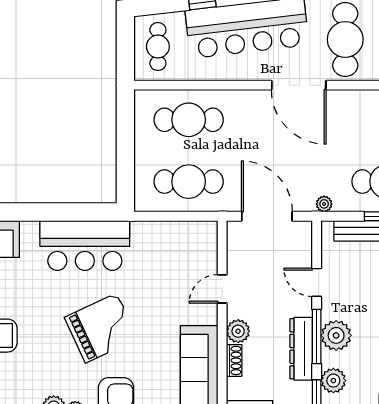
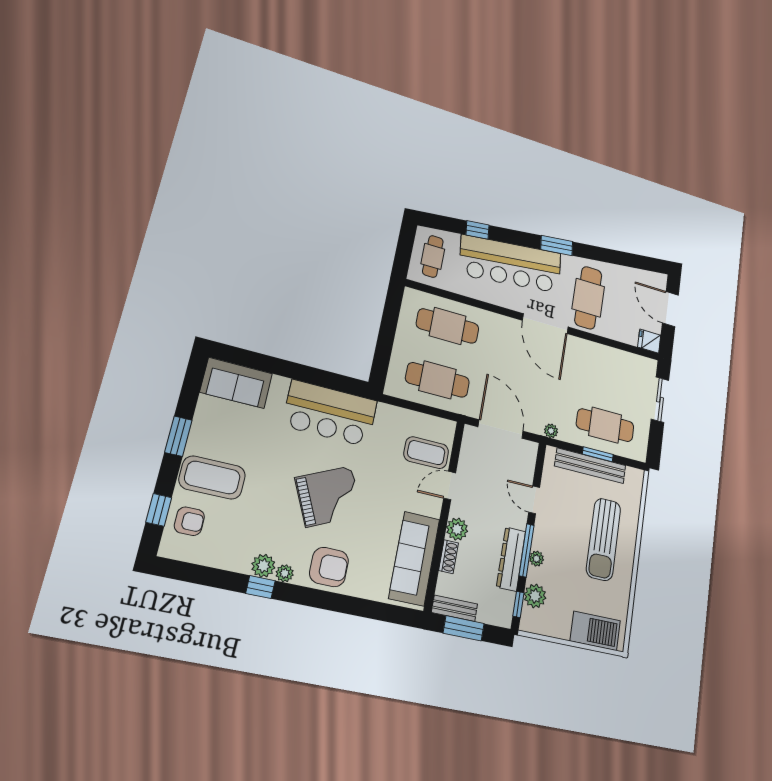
coffee table: (191, 261) -> (426, 453), added
plant: (336, 335) -> (537, 559), width x0.53, depth x0.53

